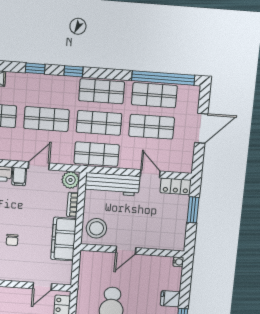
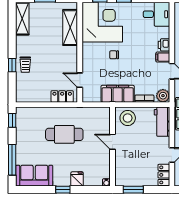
workbench: (112, 184) -> (162, 122), width x0.73
window: (193, 210) -> (133, 190), moved

